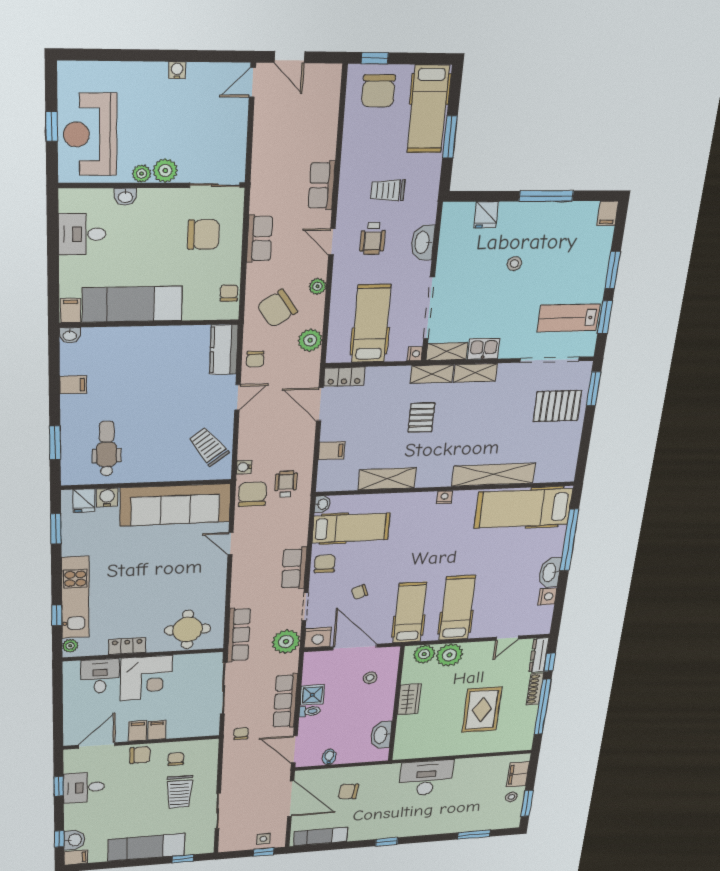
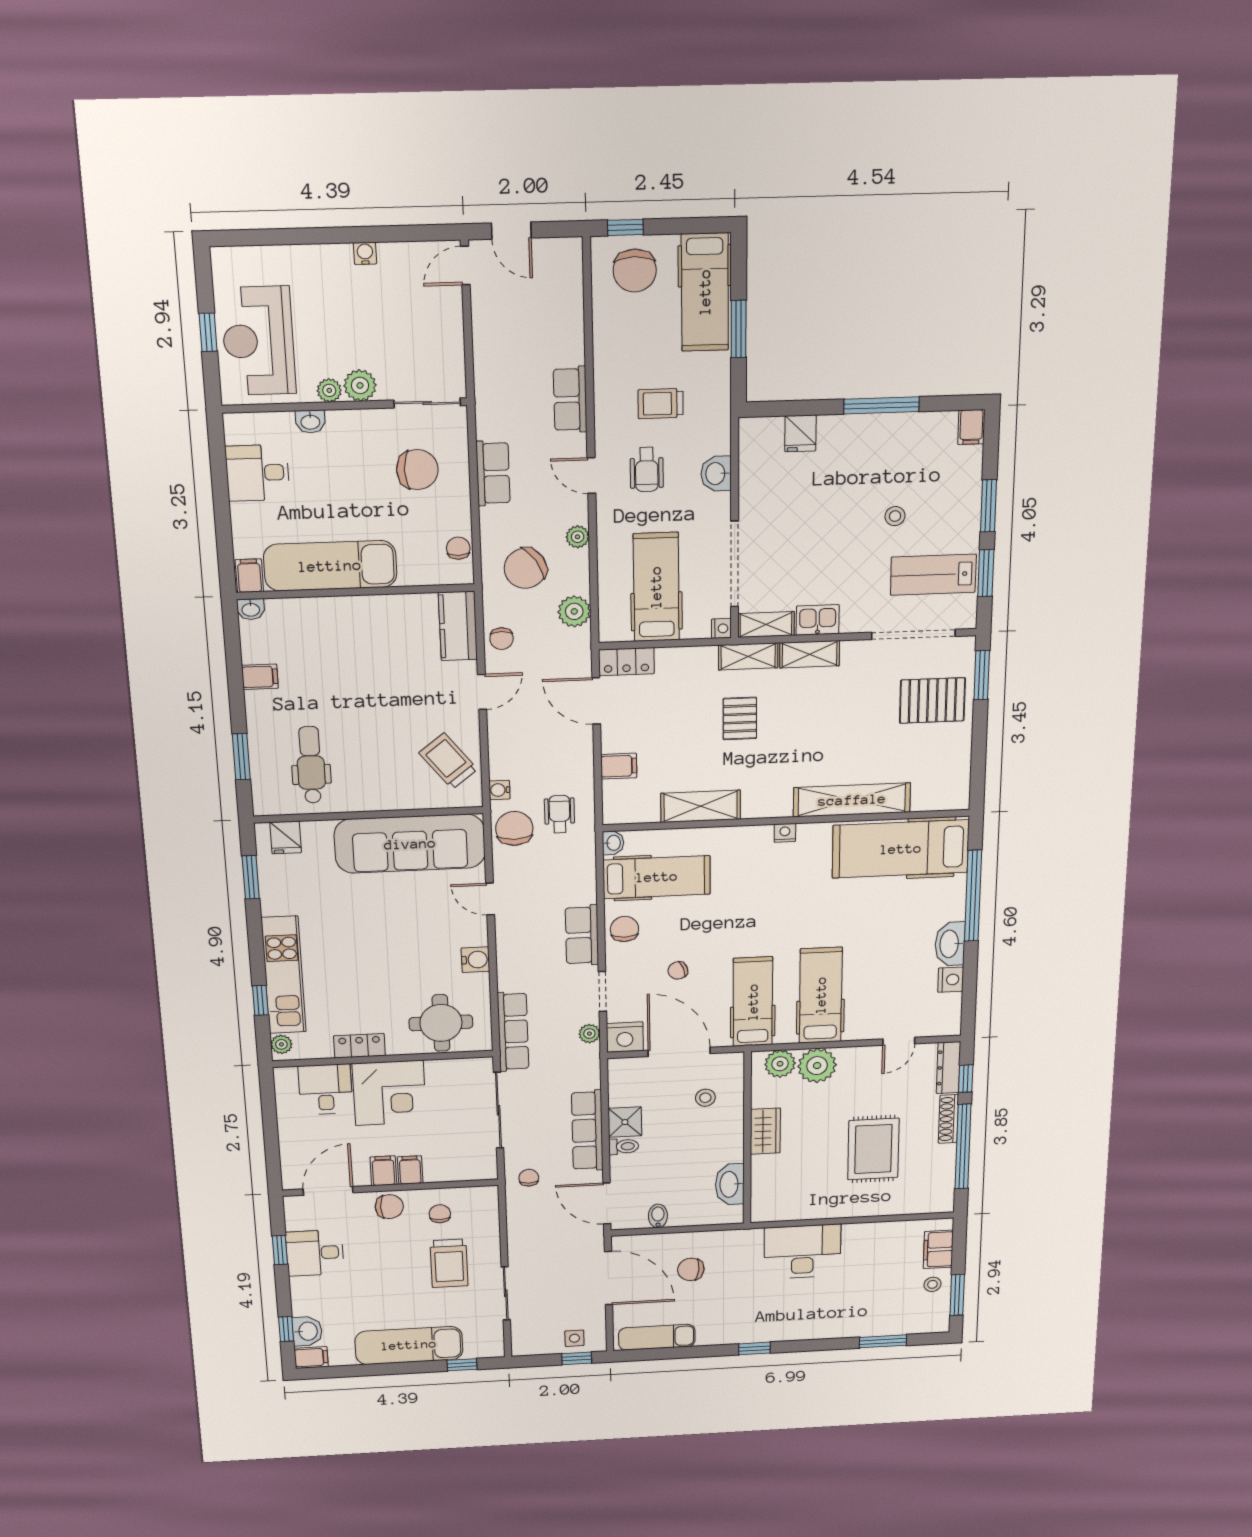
washbasin: (423, 243) -> (716, 474), width x0.72
stool: (514, 264) -> (895, 516), moved
water cooler: (107, 497) -> (476, 960), moved, turned 90
plant: (286, 642) -> (589, 1034), width x0.53, depth x0.53

